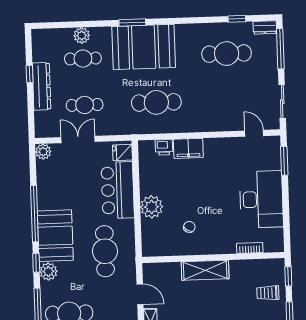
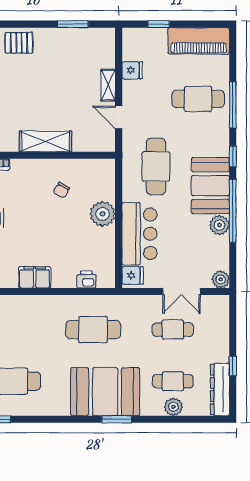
dresser: (42, 86) -> (220, 389), moved
filing cabinet: (188, 148) -> (35, 277), moved
plant: (48, 271) -> (219, 225), moved

